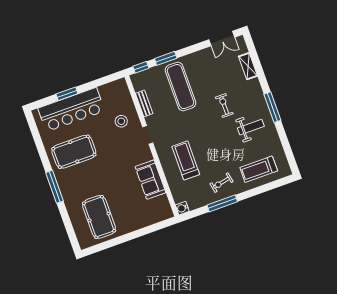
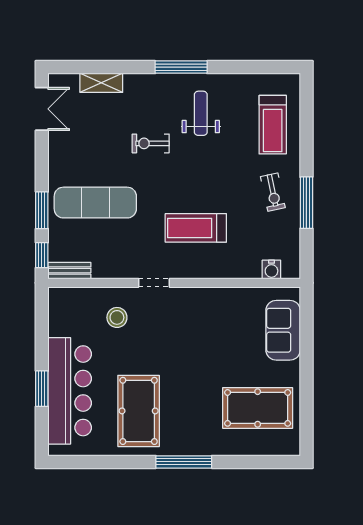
bench: (144, 103) -> (69, 271), moved
treadmill: (186, 160) -> (196, 228), moved
sofa: (150, 180) -> (283, 330), moved, turned 90
water cooler: (182, 208) -> (271, 270), moved

